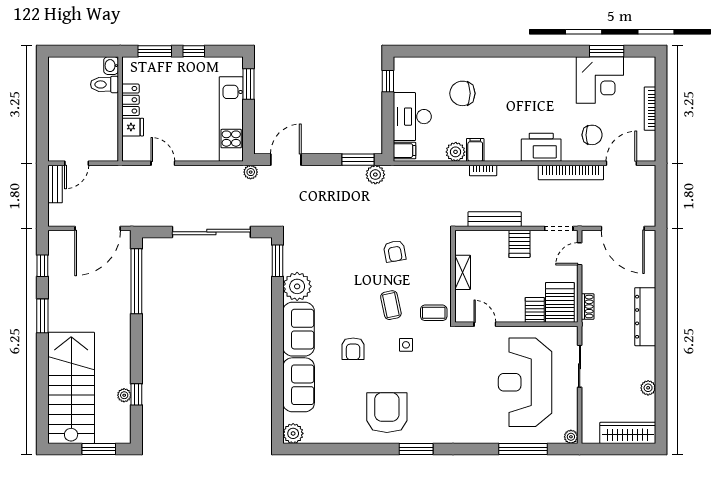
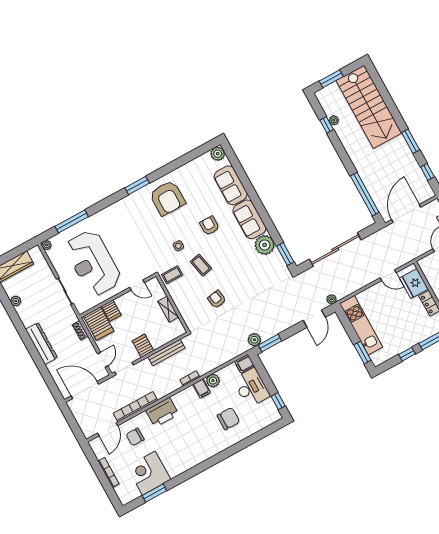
fridge: (133, 127) -> (414, 284), width x1.88, depth x1.34
reception desk: (525, 382) -> (93, 263), turned 180

